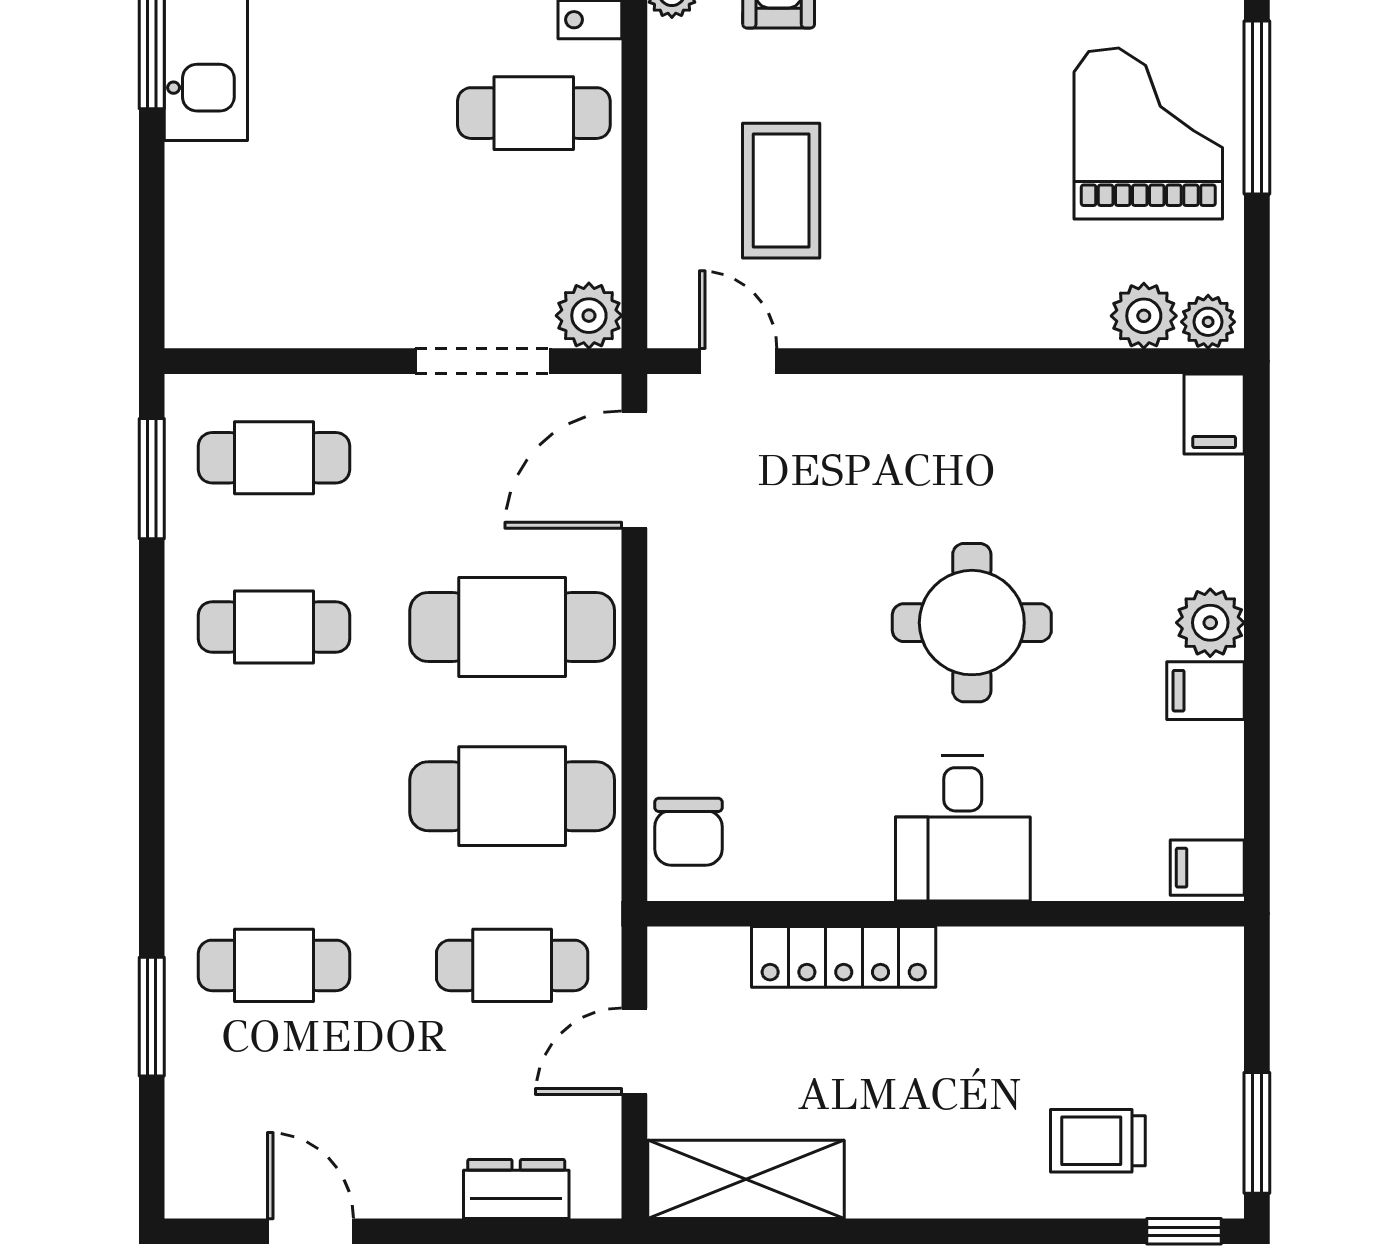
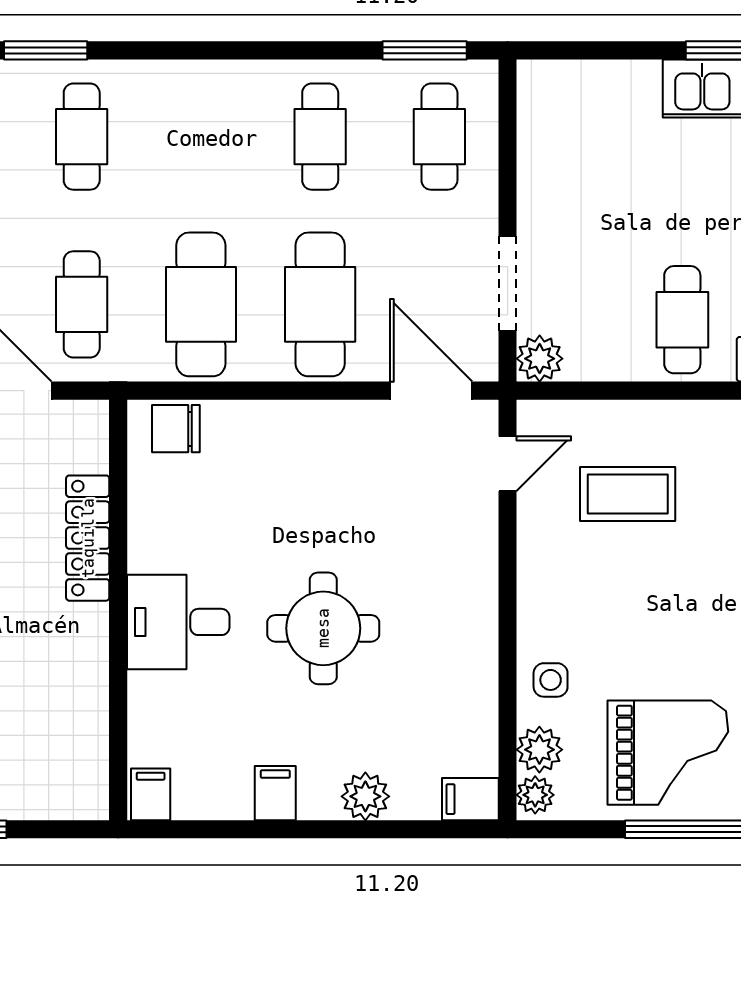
side table: (1045, 300) -> (551, 680), added
plant: (1210, 623) -> (365, 796), moved

